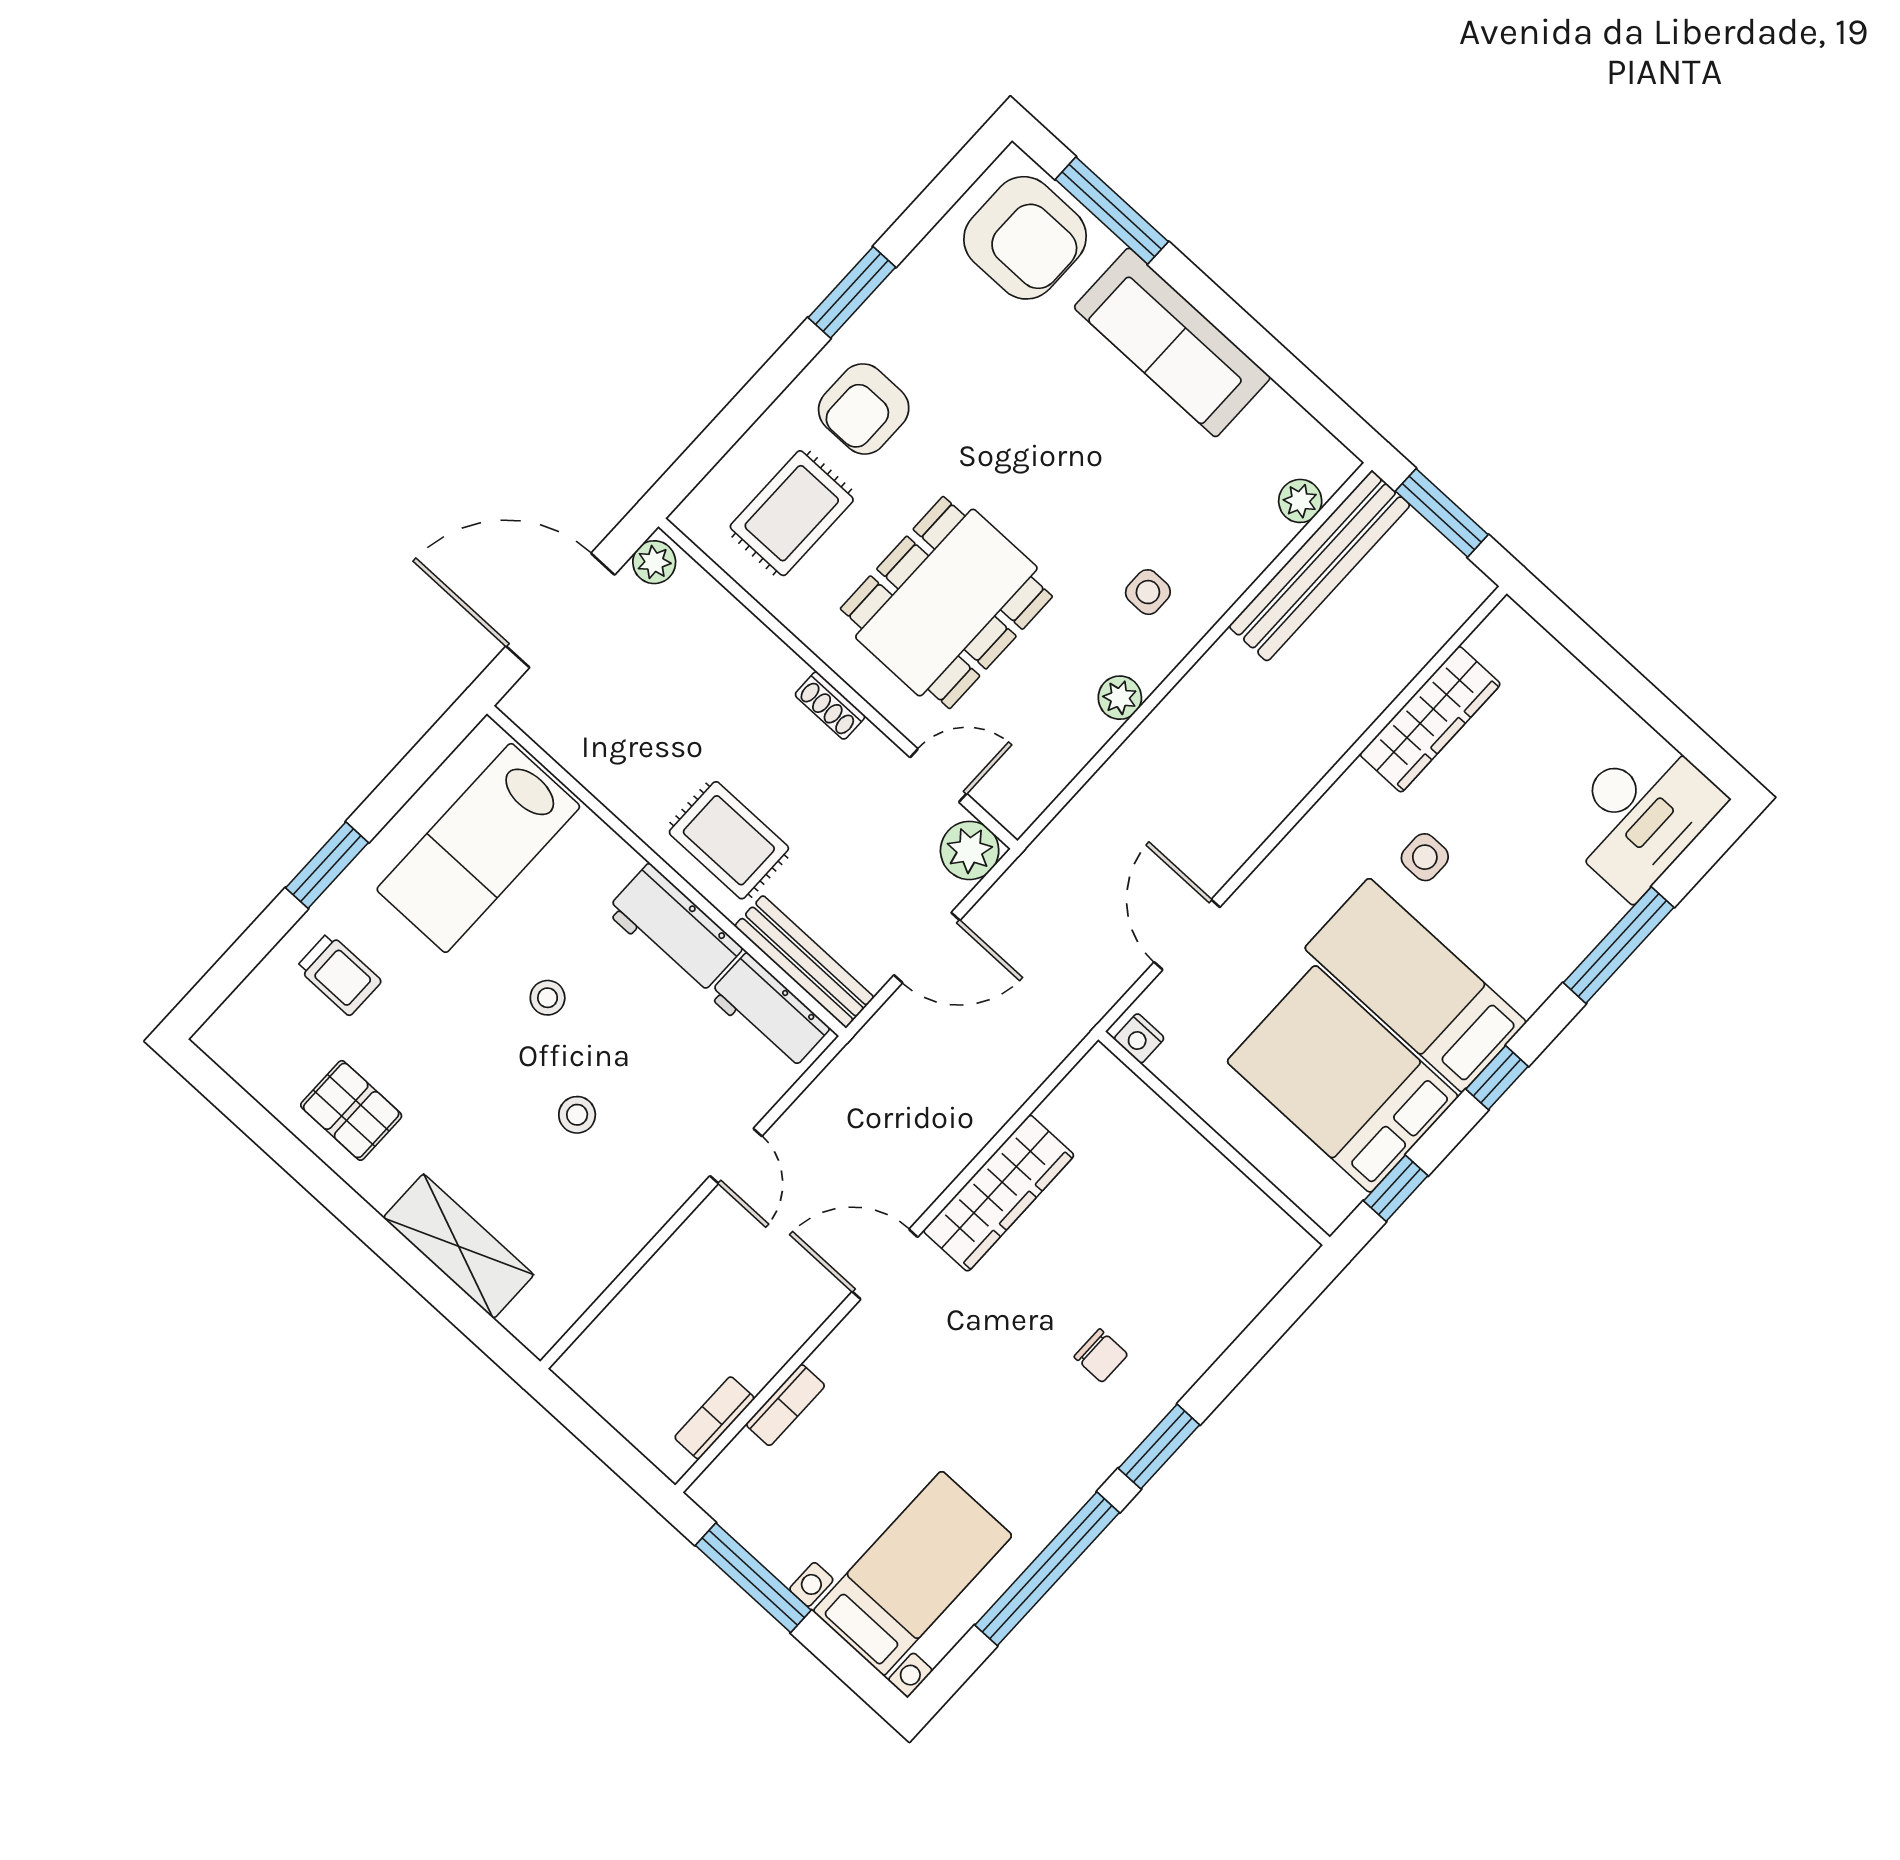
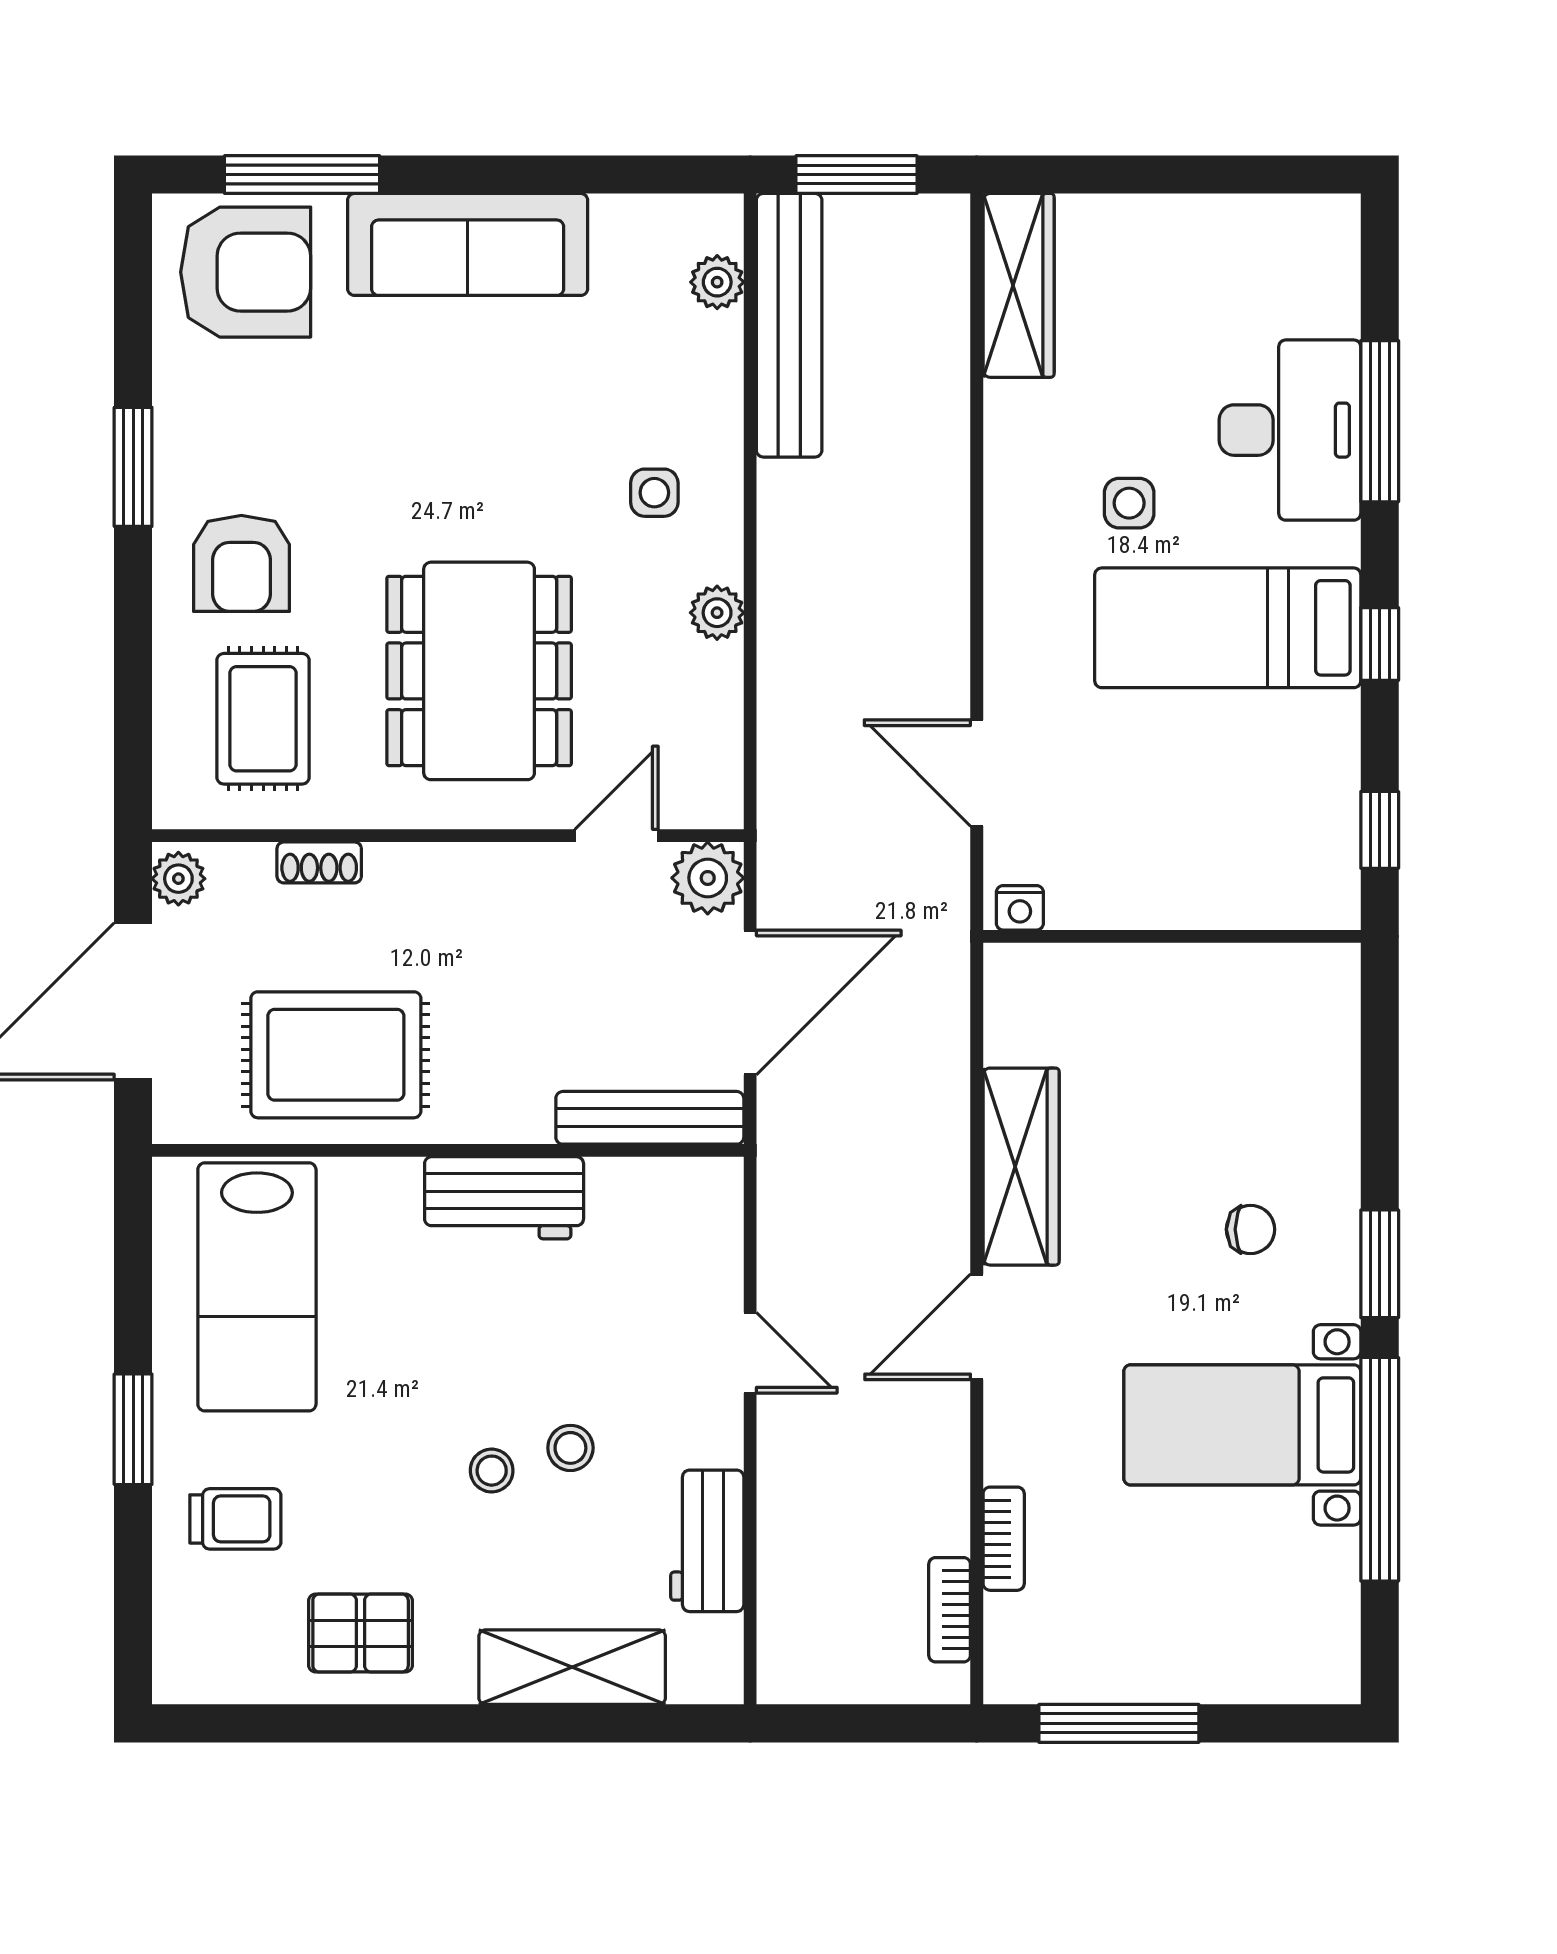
shoe rack: (830, 706) -> (319, 862), moved
wardrobe: (1430, 719) -> (1019, 285), moved
desk: (1640, 814) -> (1290, 430), moved
rug: (729, 840) -> (336, 1055), moved, width x1.36, depth x1.43
door: (927, 948) -> (750, 1003), width x1.36
stool: (548, 998) -> (492, 1471), moved
workbench: (769, 1012) -> (707, 1541), moved, turned 90
bed: (1343, 1079) -> (1240, 774), removed
bed with nightstands: (913, 1573) -> (1242, 1425), moved, turned -90

